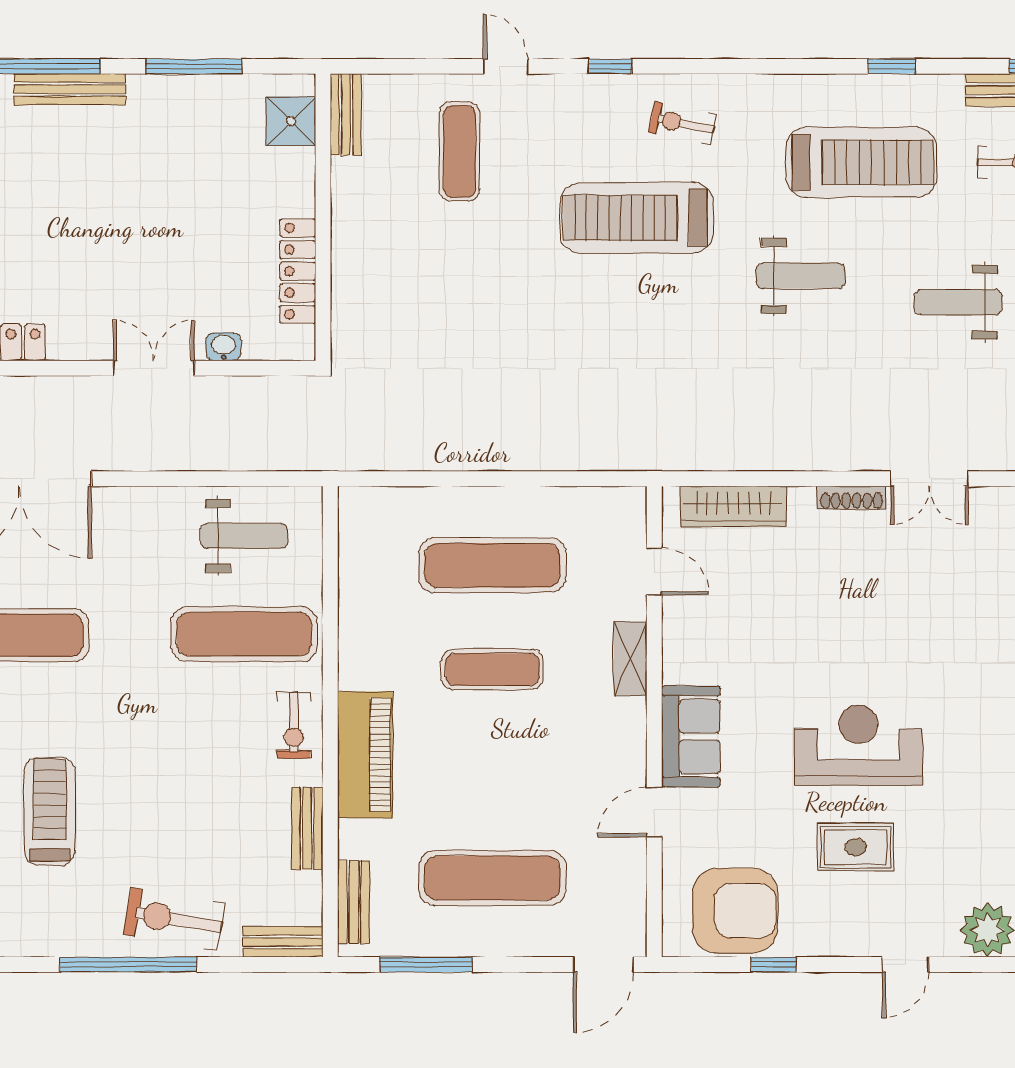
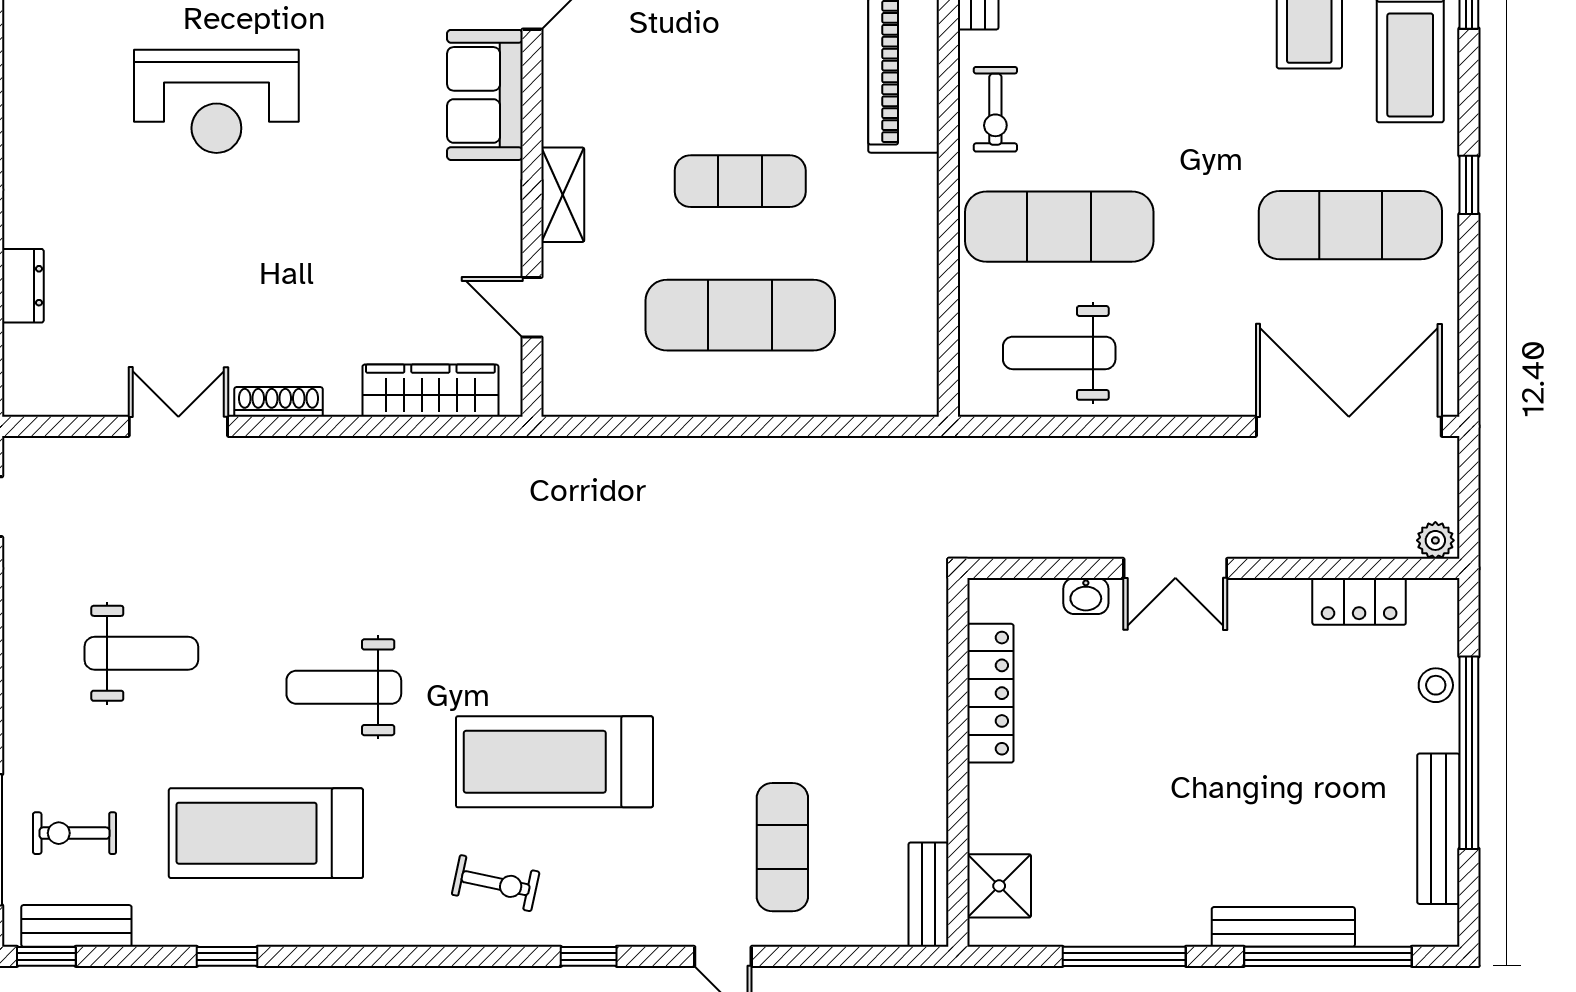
treadmill: (637, 218) -> (554, 762), turned 180
exercise bike: (294, 725) -> (995, 109), turned 180
reception desk: (858, 745) -> (216, 101), moved

